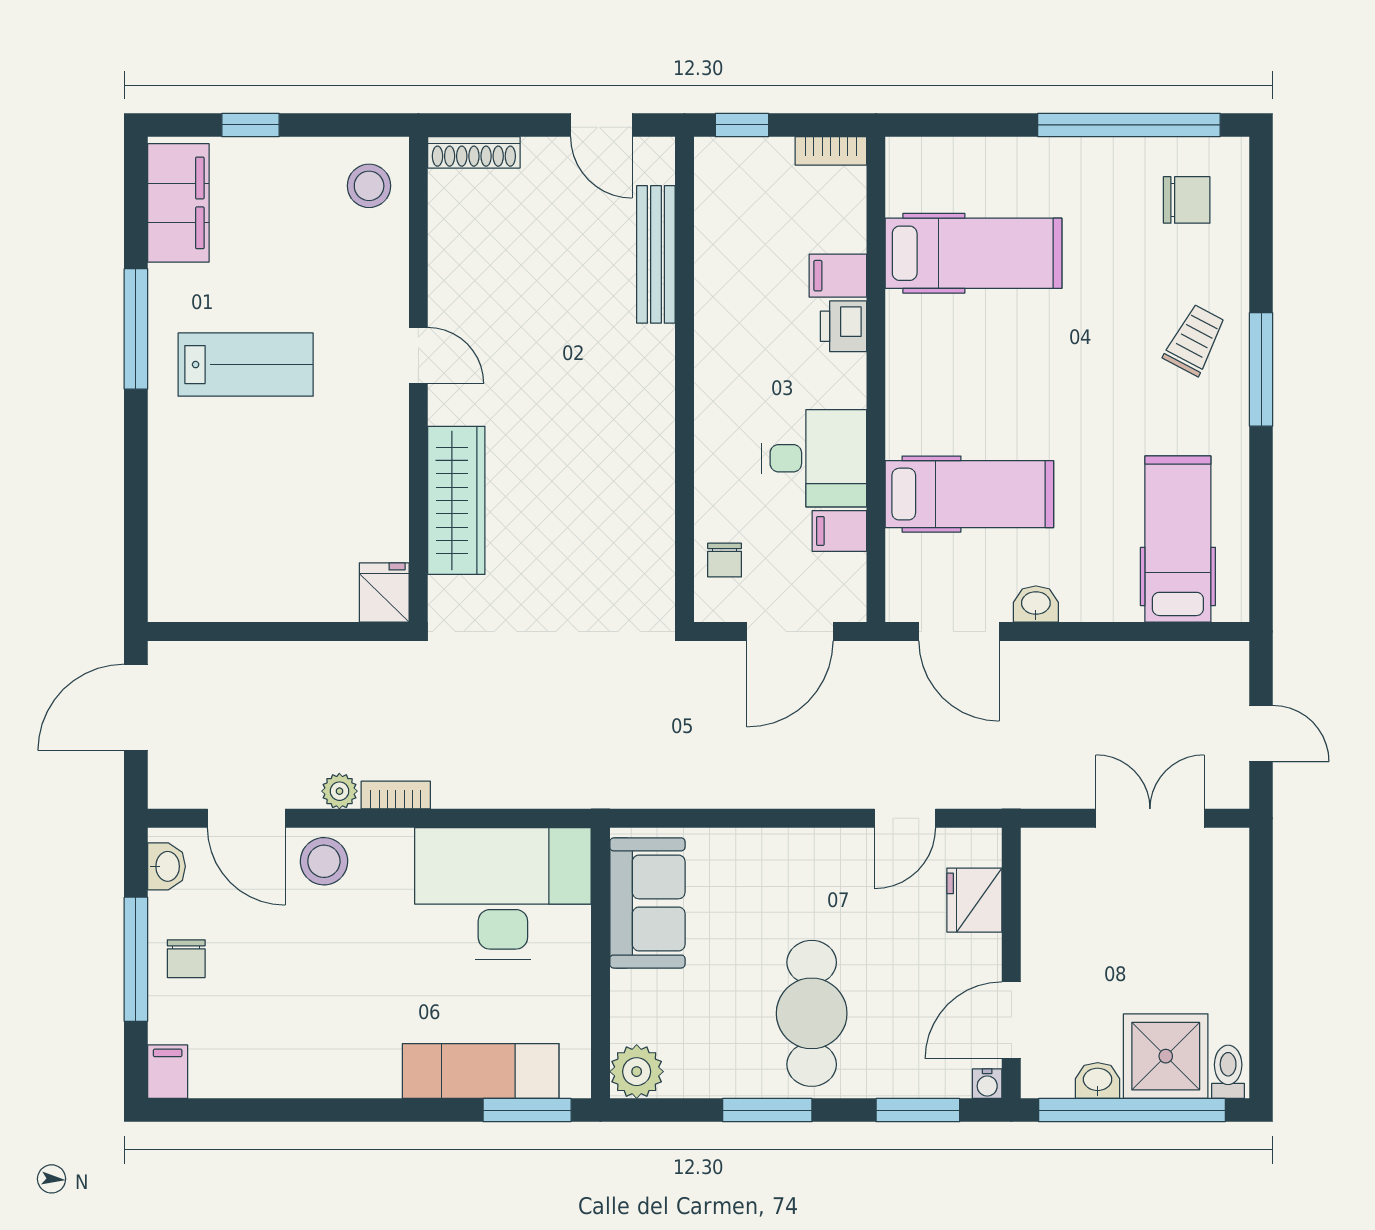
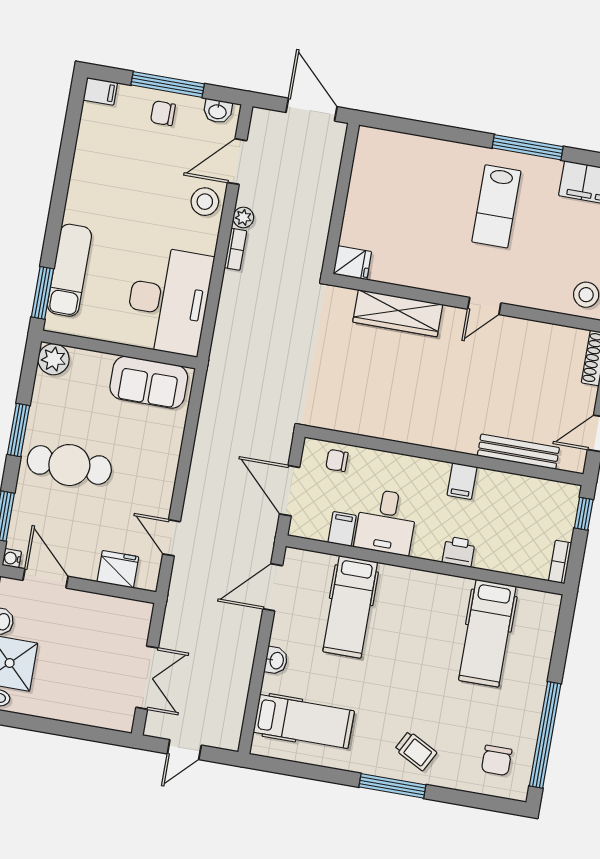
filing cabinet: (838, 276) -> (462, 481), moved, turned 180
washbasin: (1036, 604) -> (276, 661), moved

